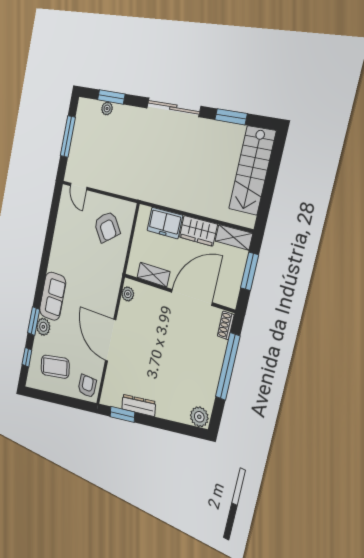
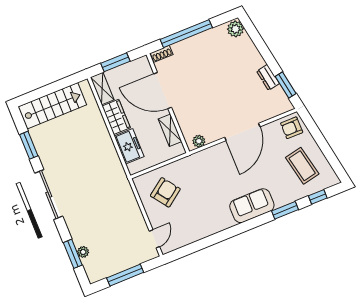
plant: (43, 327) -> (282, 198), removed
dresser: (139, 405) -> (268, 77), width x0.70

